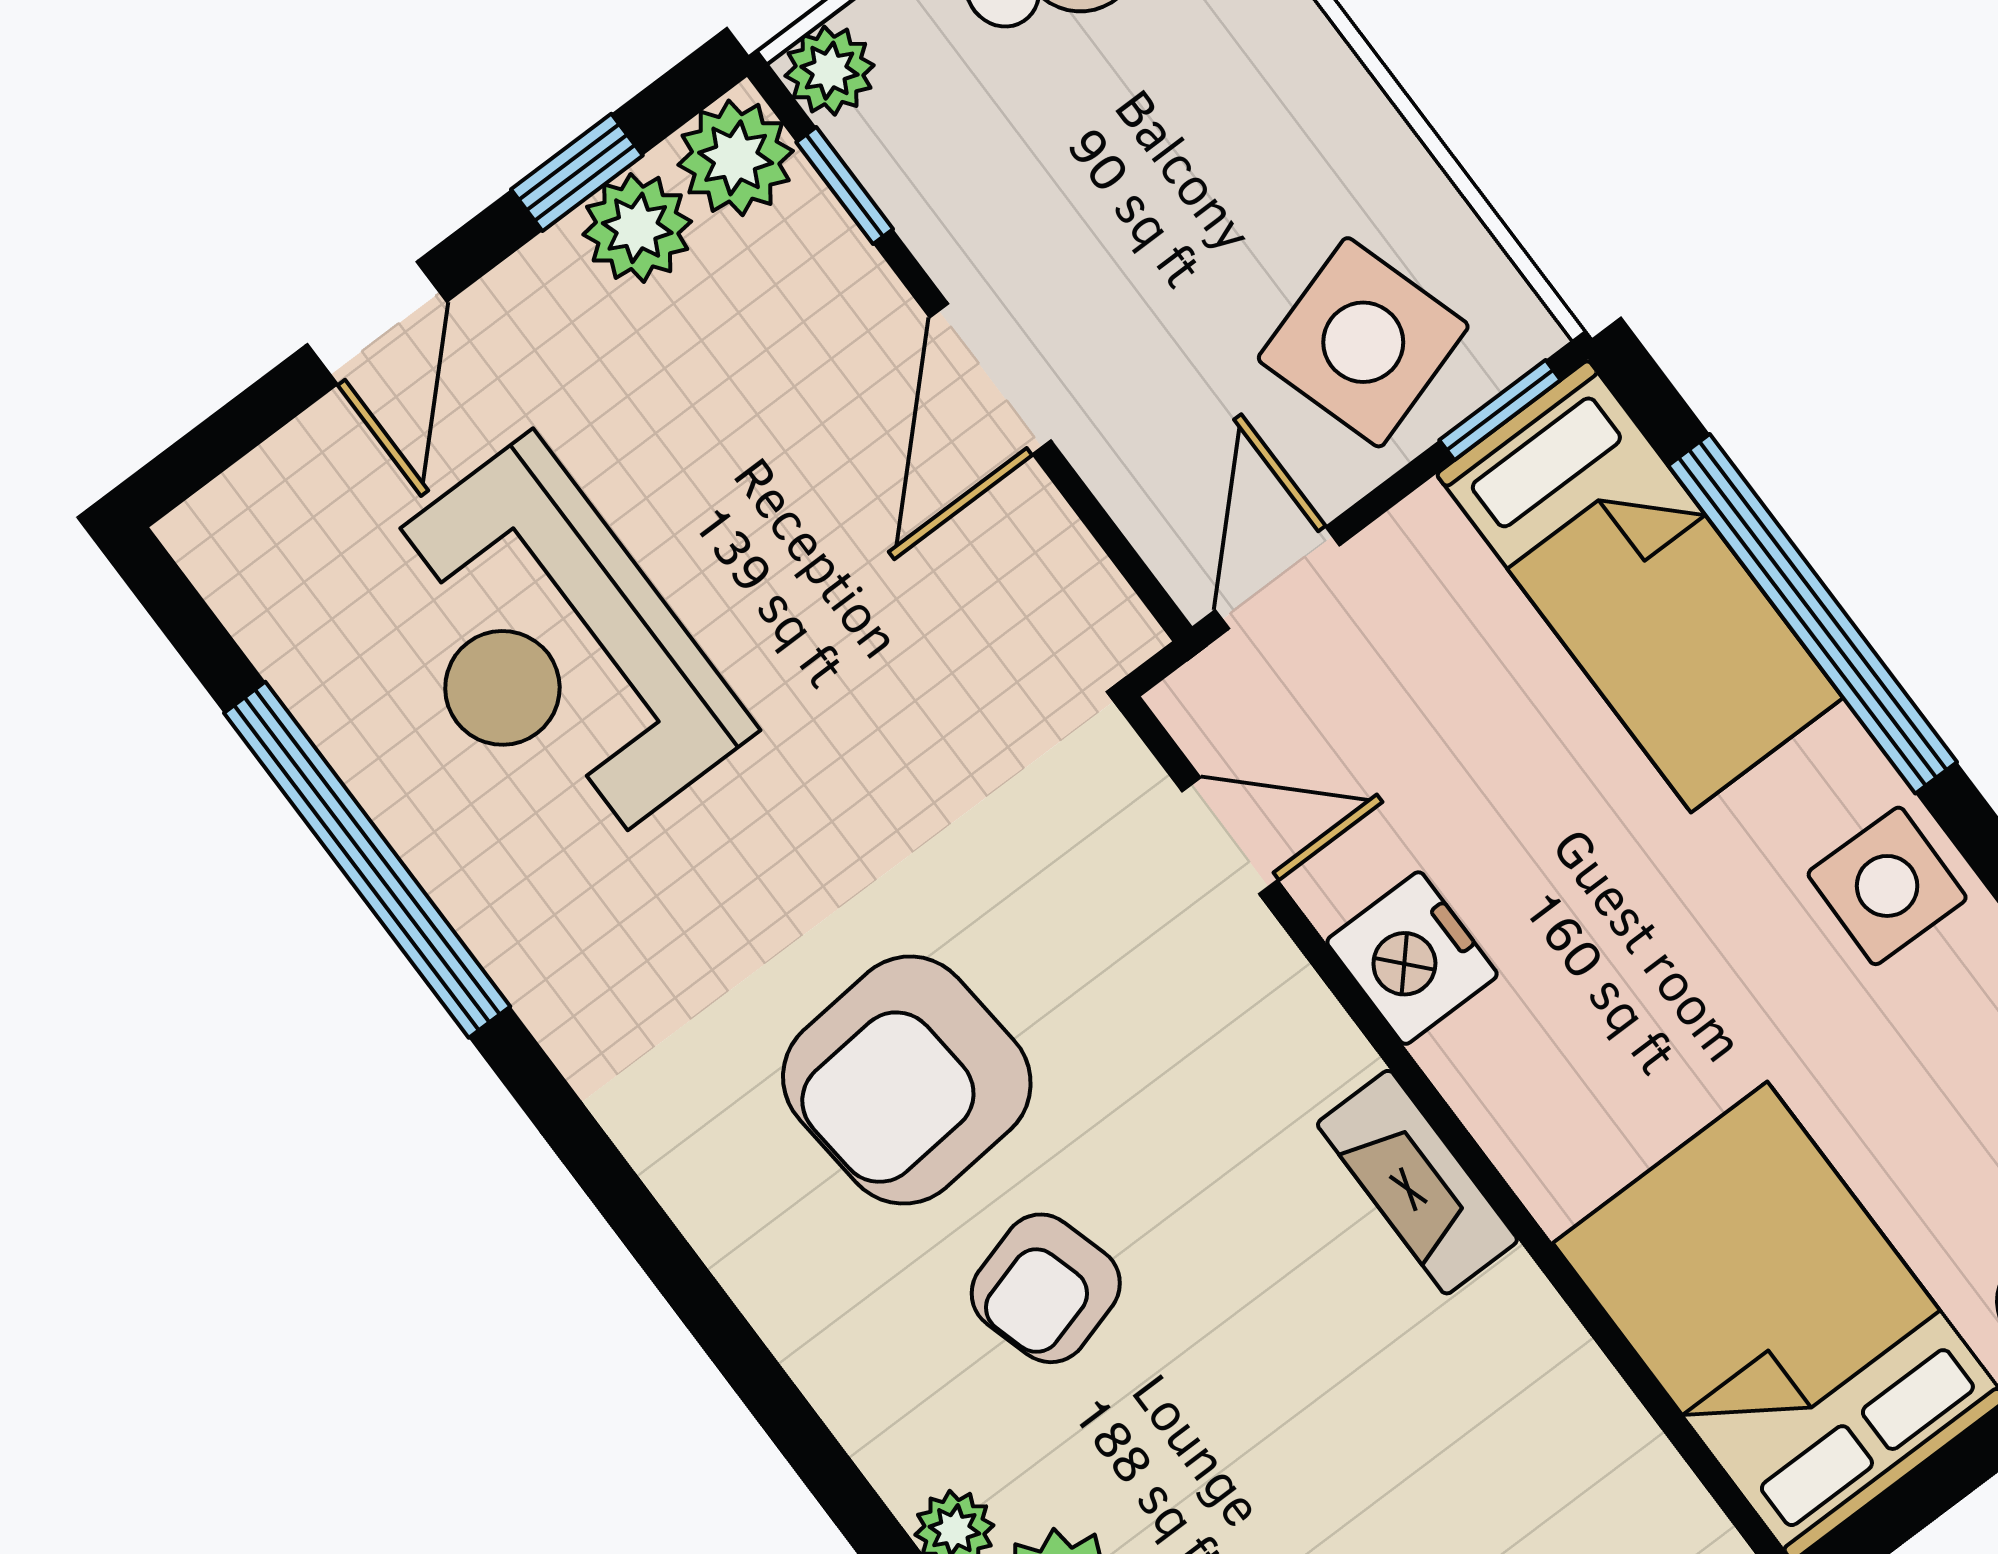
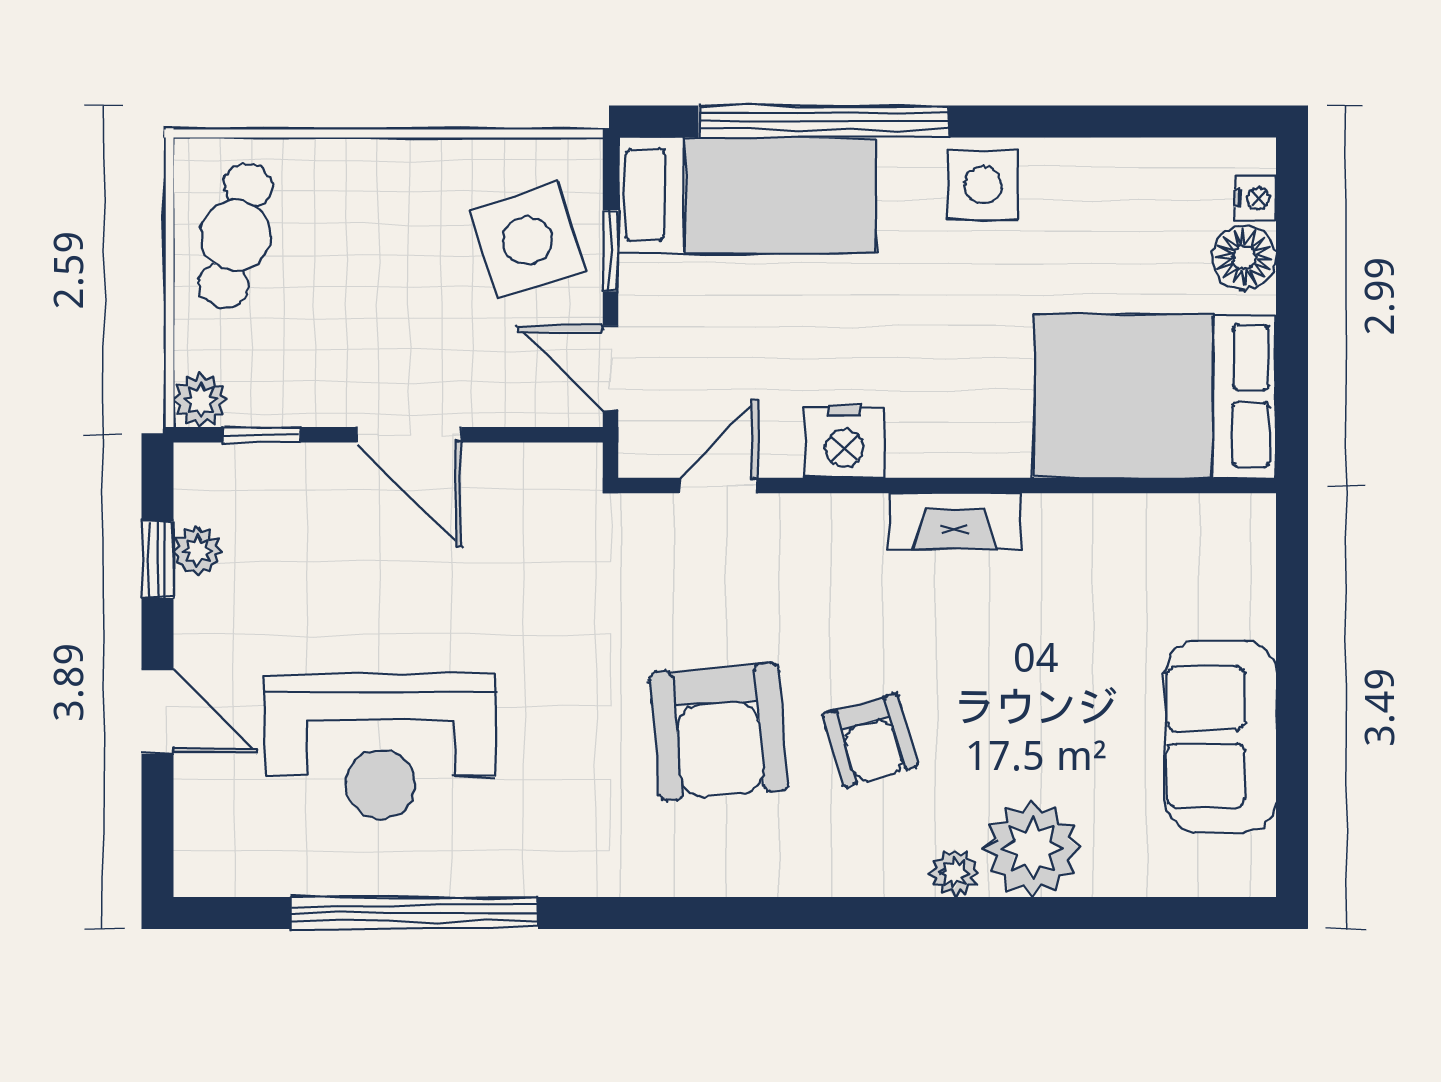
plant: (736, 158) -> (209, 477), removed
plant: (637, 228) -> (197, 551), width x0.73, depth x0.73
window: (1500, 410) -> (610, 251), moved

